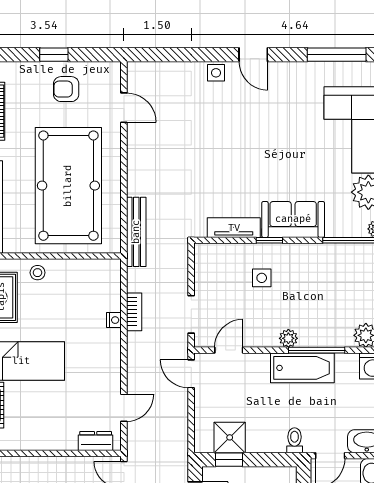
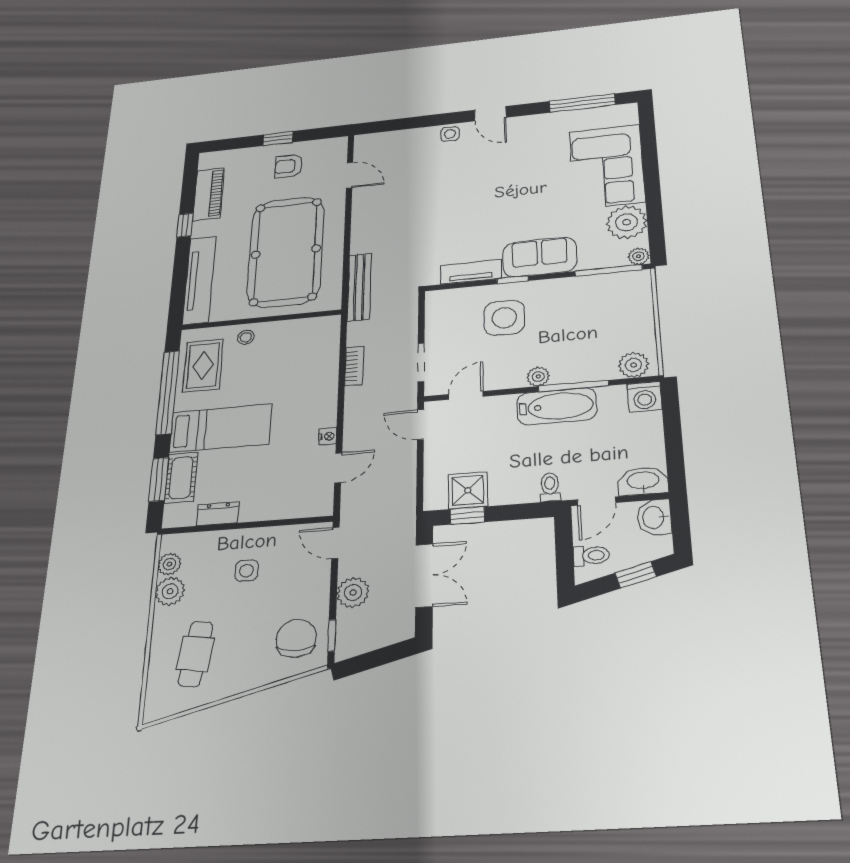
side table: (262, 278) -> (504, 318), width x1.87, depth x1.87
nightstand: (114, 320) -> (328, 436), moved
dresser: (96, 441) -> (218, 514), moved

